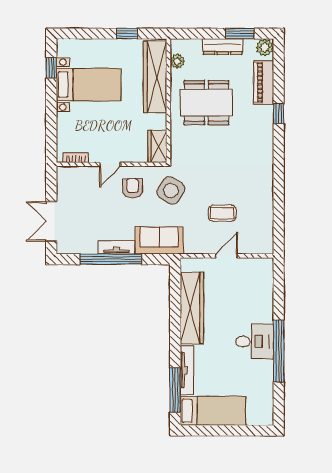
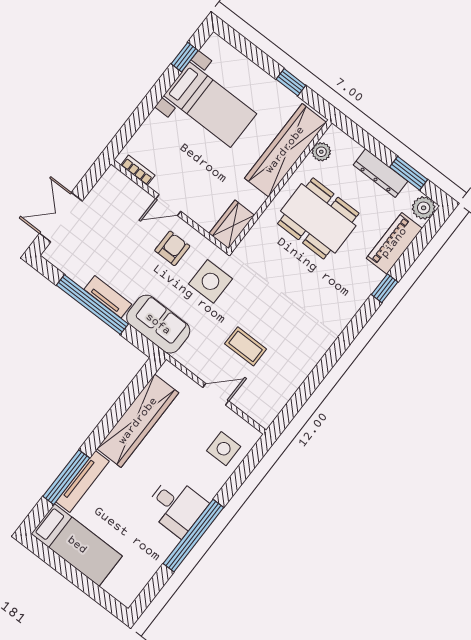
side table: (171, 190) -> (210, 281), turned -33
side table: (256, 285) -> (224, 449), added
window: (175, 390) -> (66, 477), moved

